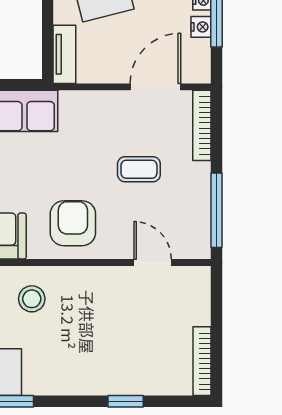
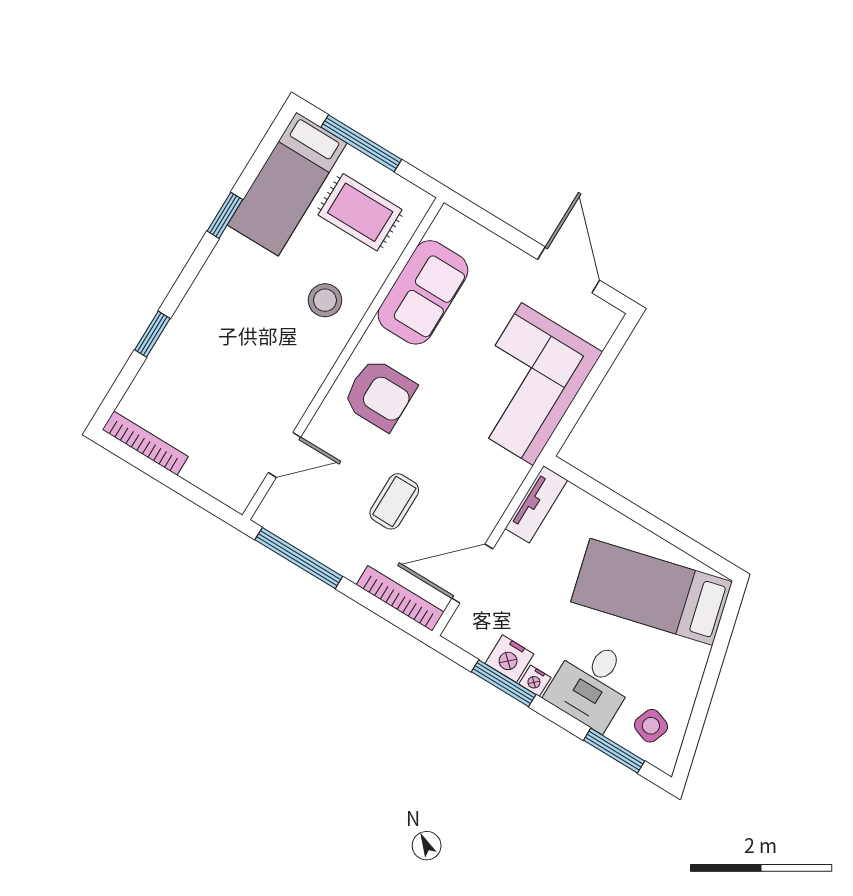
nightstand: (201, 27) -> (509, 659), width x1.39, depth x1.35
tv unit: (64, 54) -> (536, 504), moved, turned -90
door: (155, 87) -> (472, 574), swing flipped

